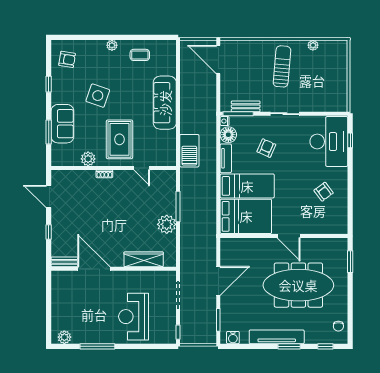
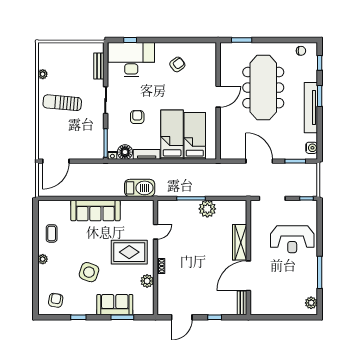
bench: (246, 106) -> (99, 66), moved
armchair: (266, 148) -> (137, 117), turned 66
bed: (246, 216) -> (195, 136), width x0.67
wardrobe: (144, 259) -> (240, 242), moved

